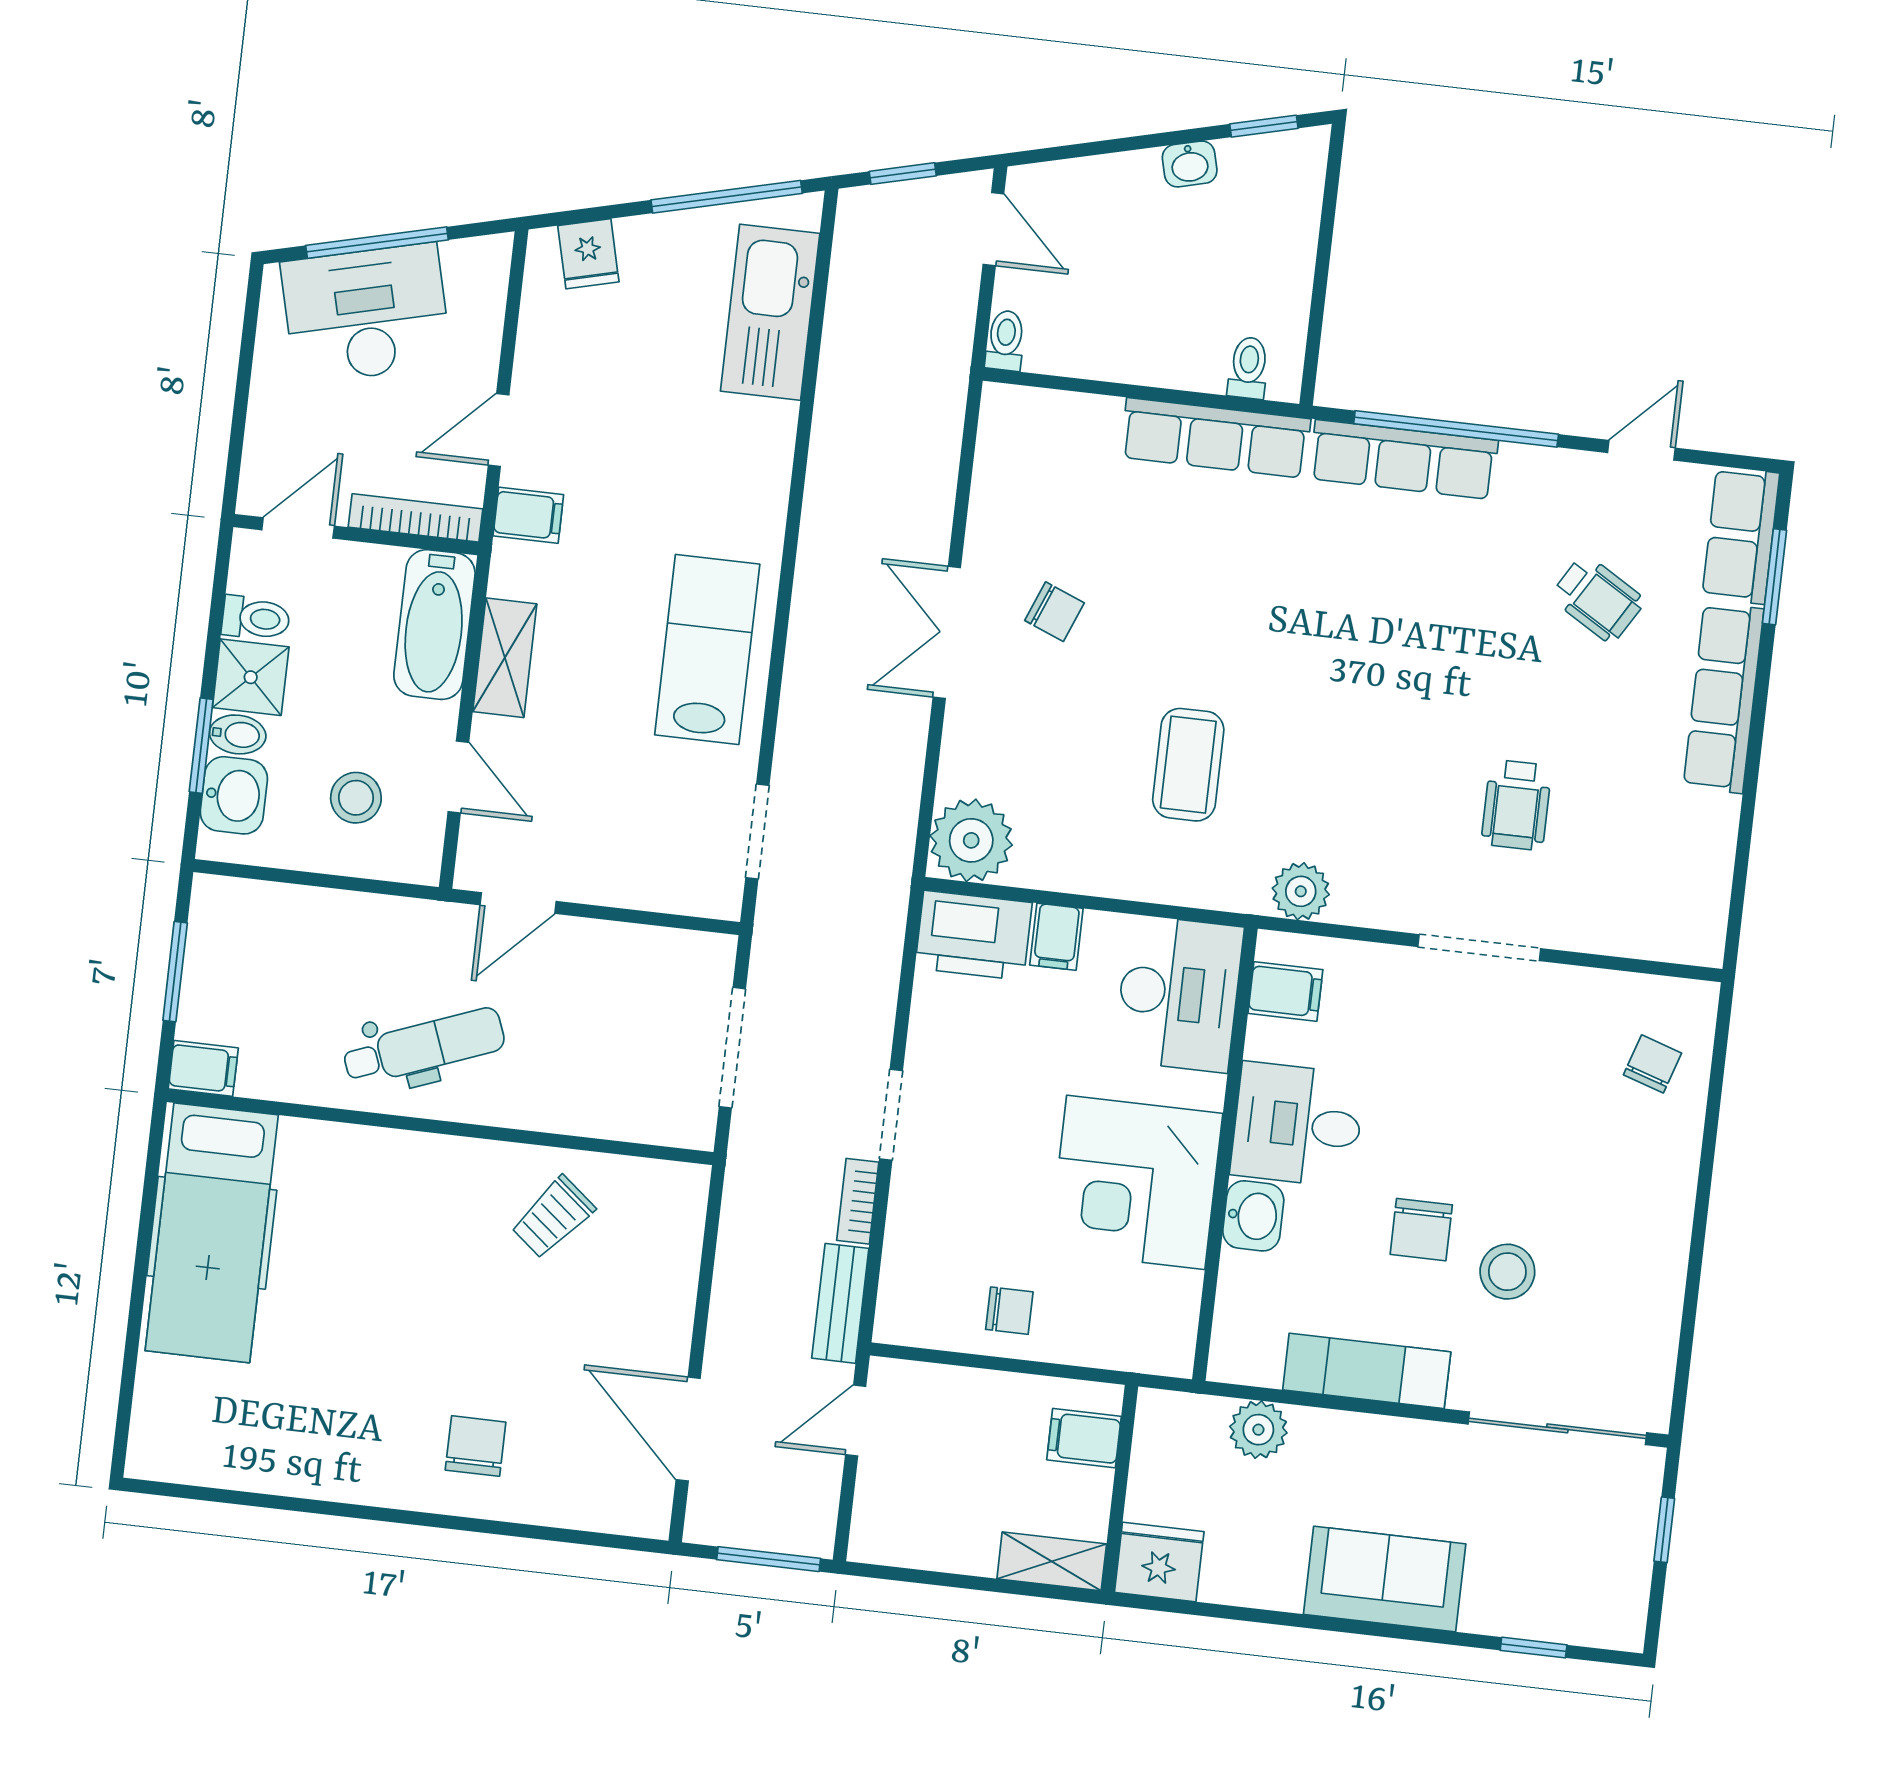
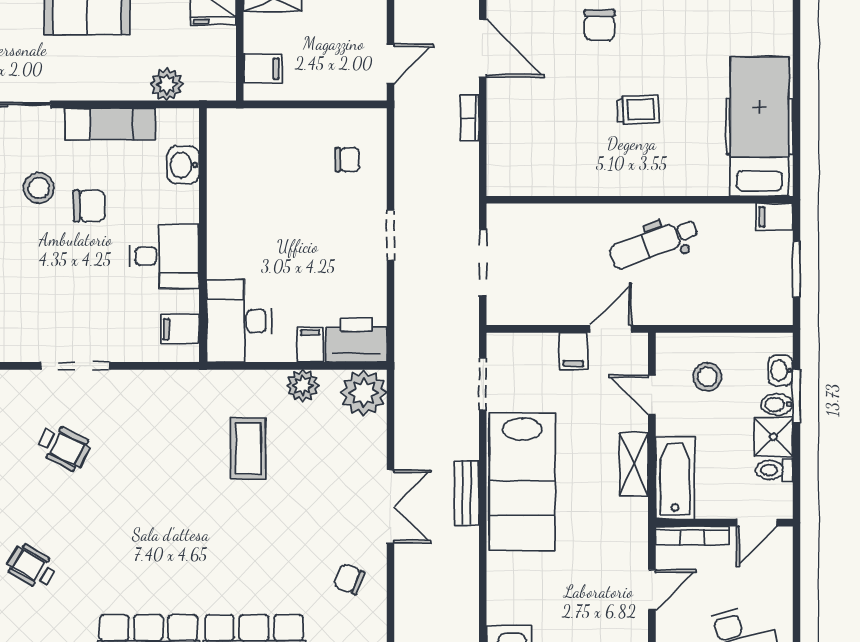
filing cabinet: (528, 515) -> (573, 351), moved, turned -90
chair: (1054, 612) -> (349, 579), moved
lab bench: (707, 649) -> (522, 482), width x1.36, depth x1.39
washbasin: (234, 795) -> (781, 370), width x0.72, depth x0.69
wheelchair: (1516, 805) -> (64, 447), turned 116
plant: (1301, 891) -> (303, 386), moved
corner desk: (1136, 1182) -> (250, 214), removed
bookcase: (858, 1201) -> (470, 118), moved, turned 180
washbasin: (1253, 1216) -> (183, 165), moved
trolley: (553, 1217) -> (638, 110), moved, turned 48
chair: (1421, 1230) -> (89, 206), turned 90
bench: (840, 1303) -> (467, 493), moved
chair: (1009, 1311) -> (347, 160), moved, turned 180

